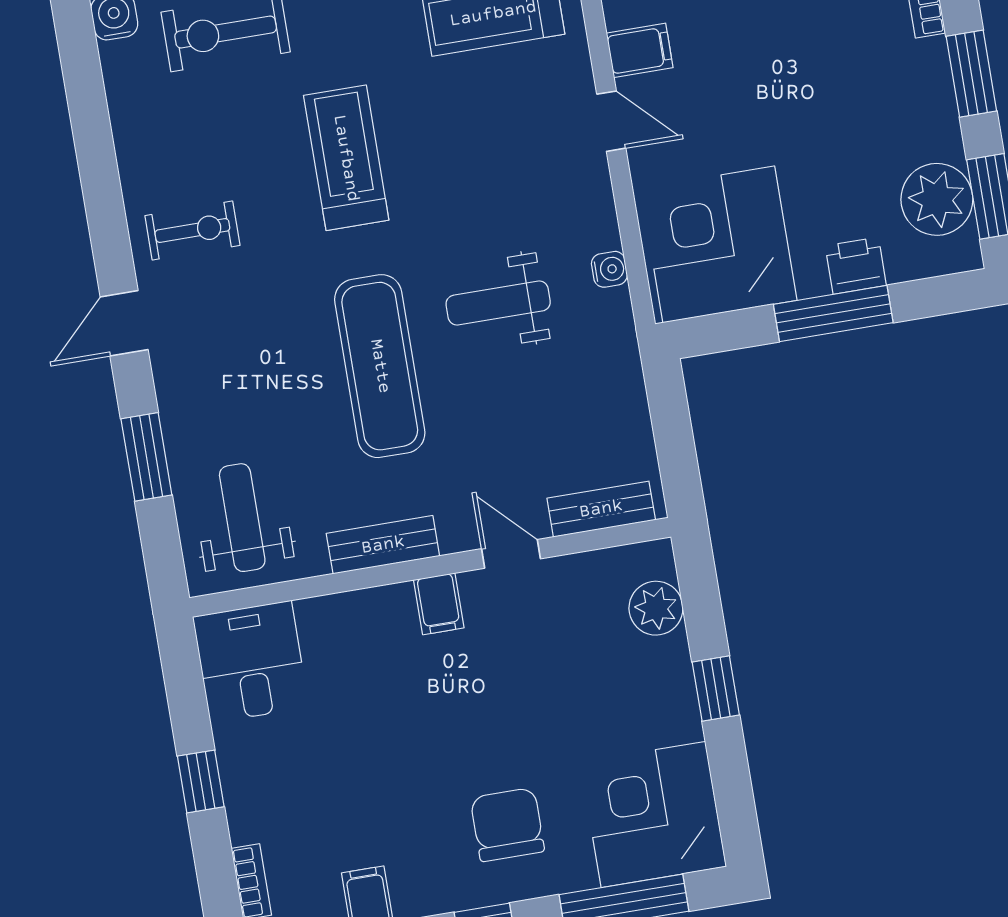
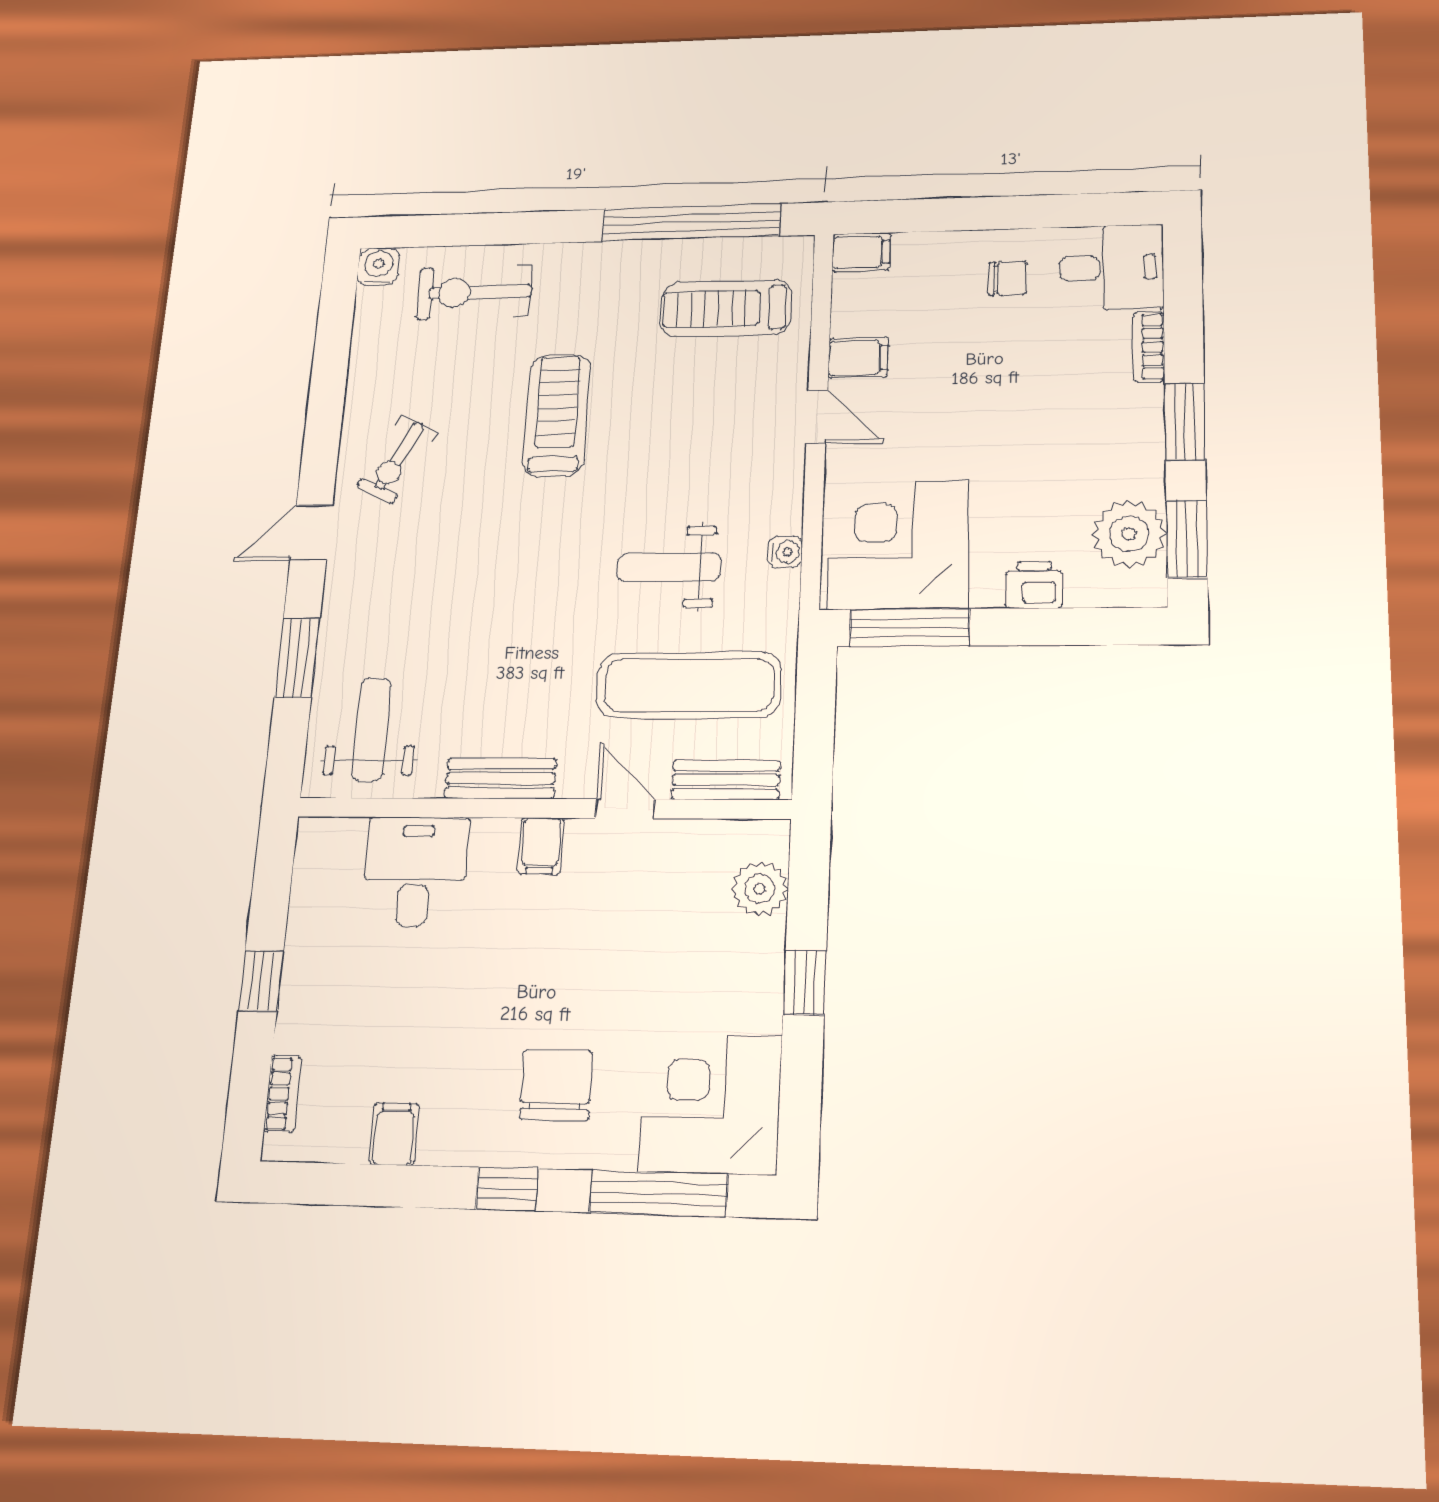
exercise bike: (192, 231) -> (397, 459), turned 117
window: (833, 313) -> (910, 628), moved
exercise mat: (380, 366) -> (689, 685), moved, turned 90
desk: (251, 662) -> (415, 871), moved

